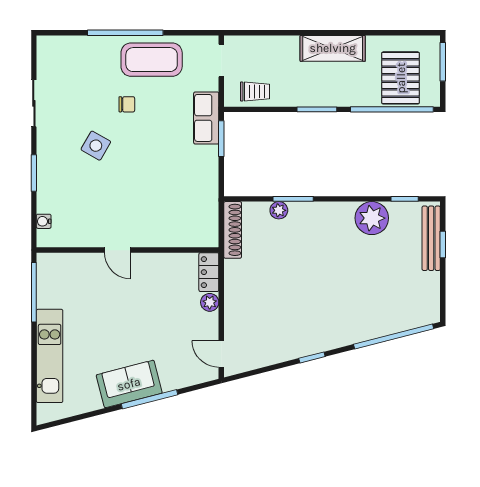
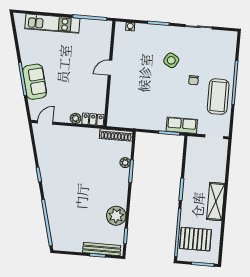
trolley: (255, 92) -> (195, 155), removed
sofa: (129, 384) -> (35, 82), moved

